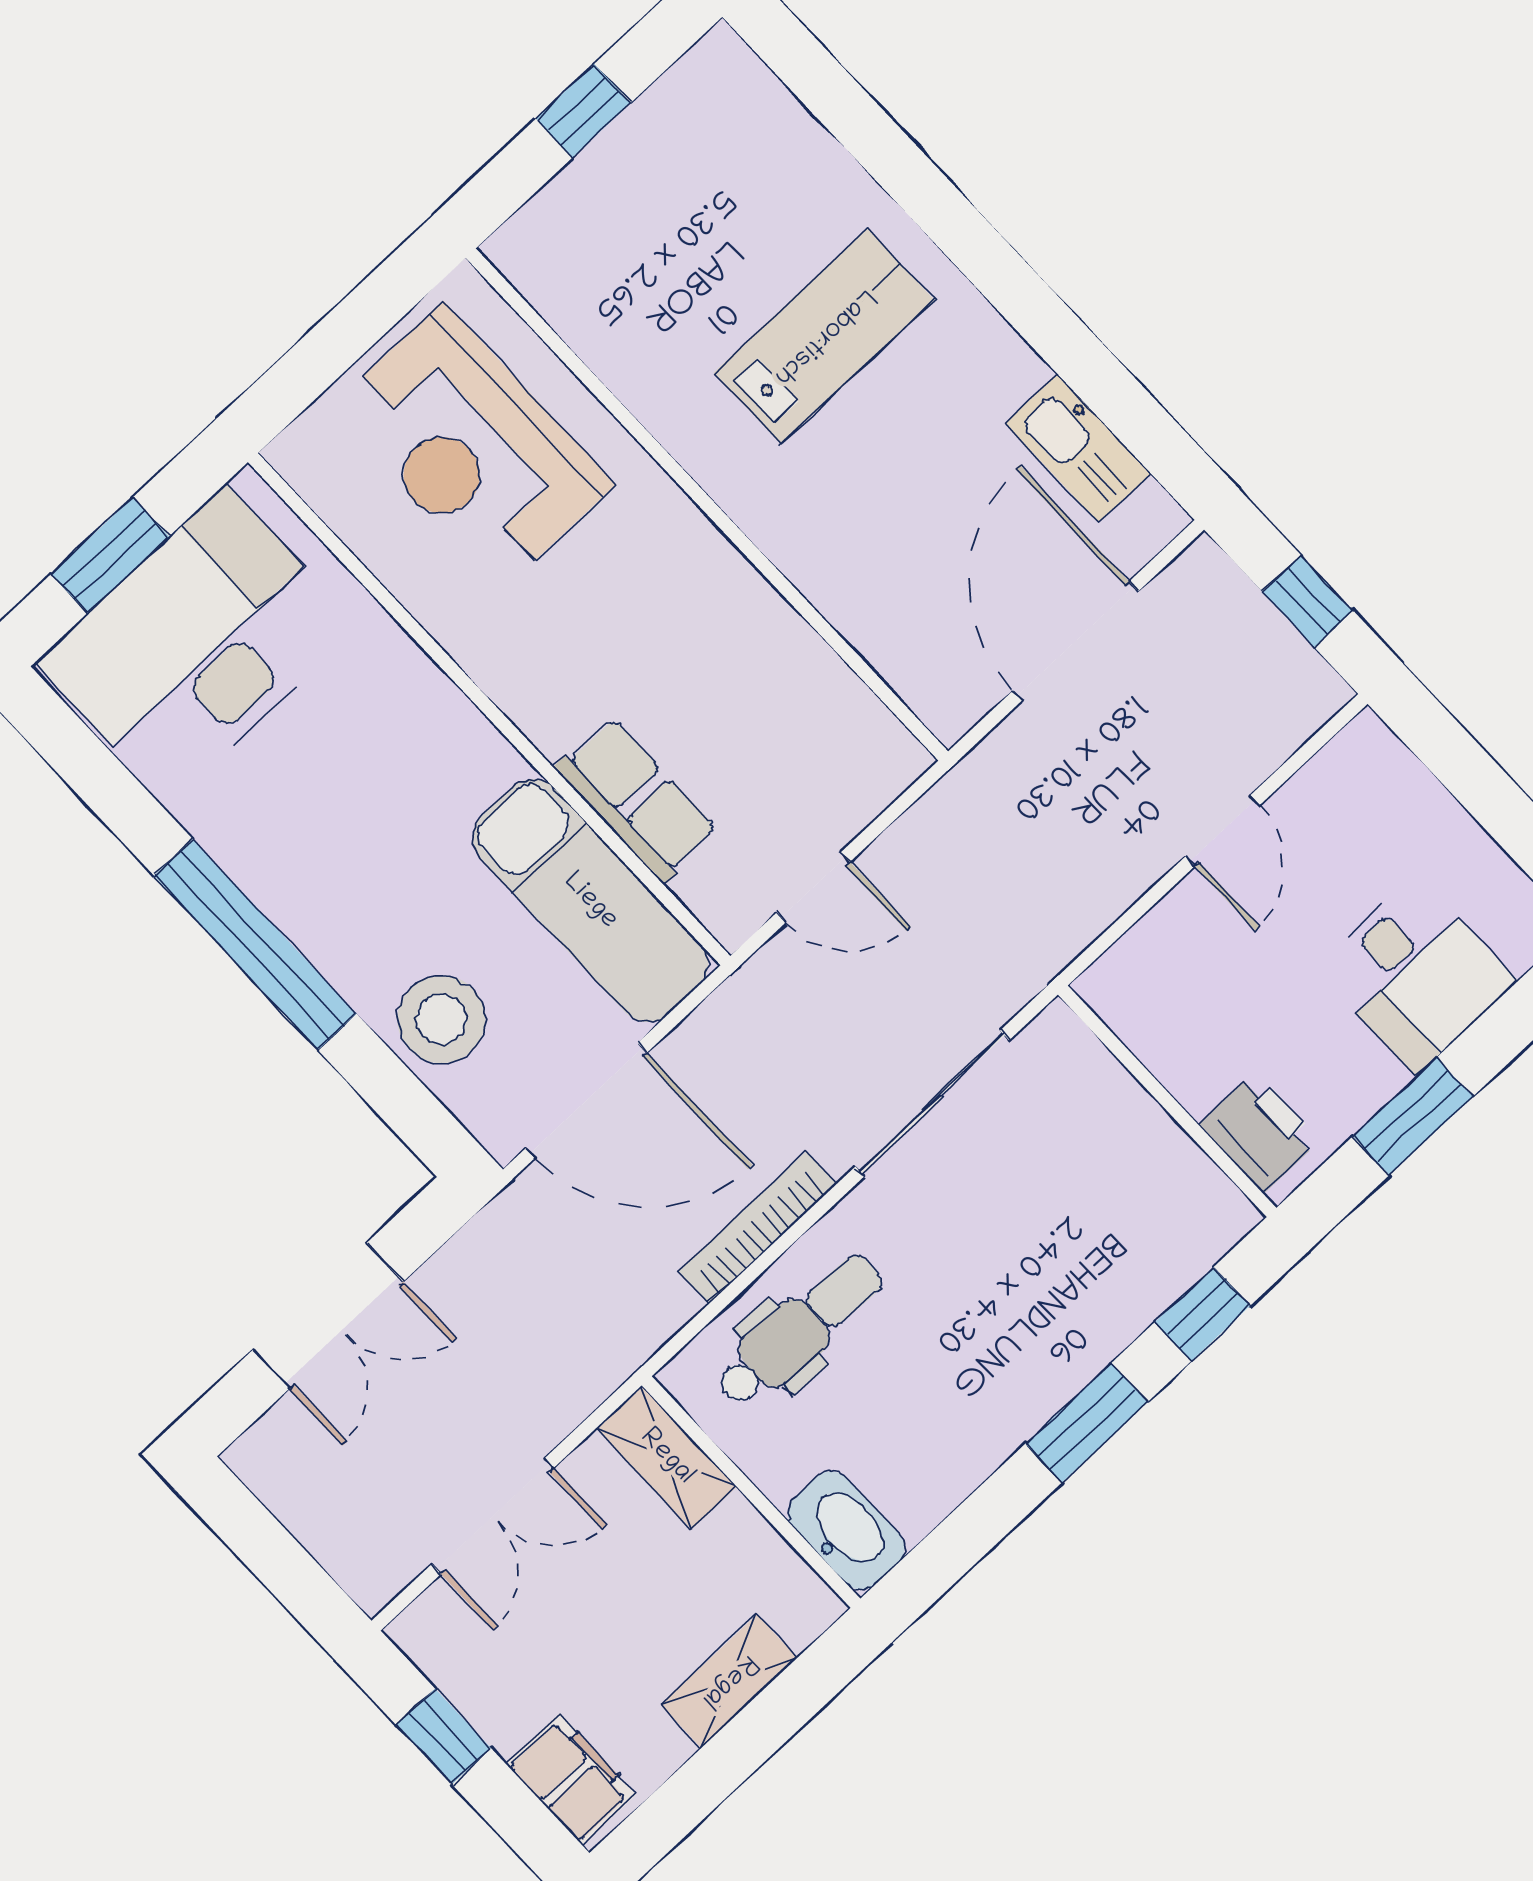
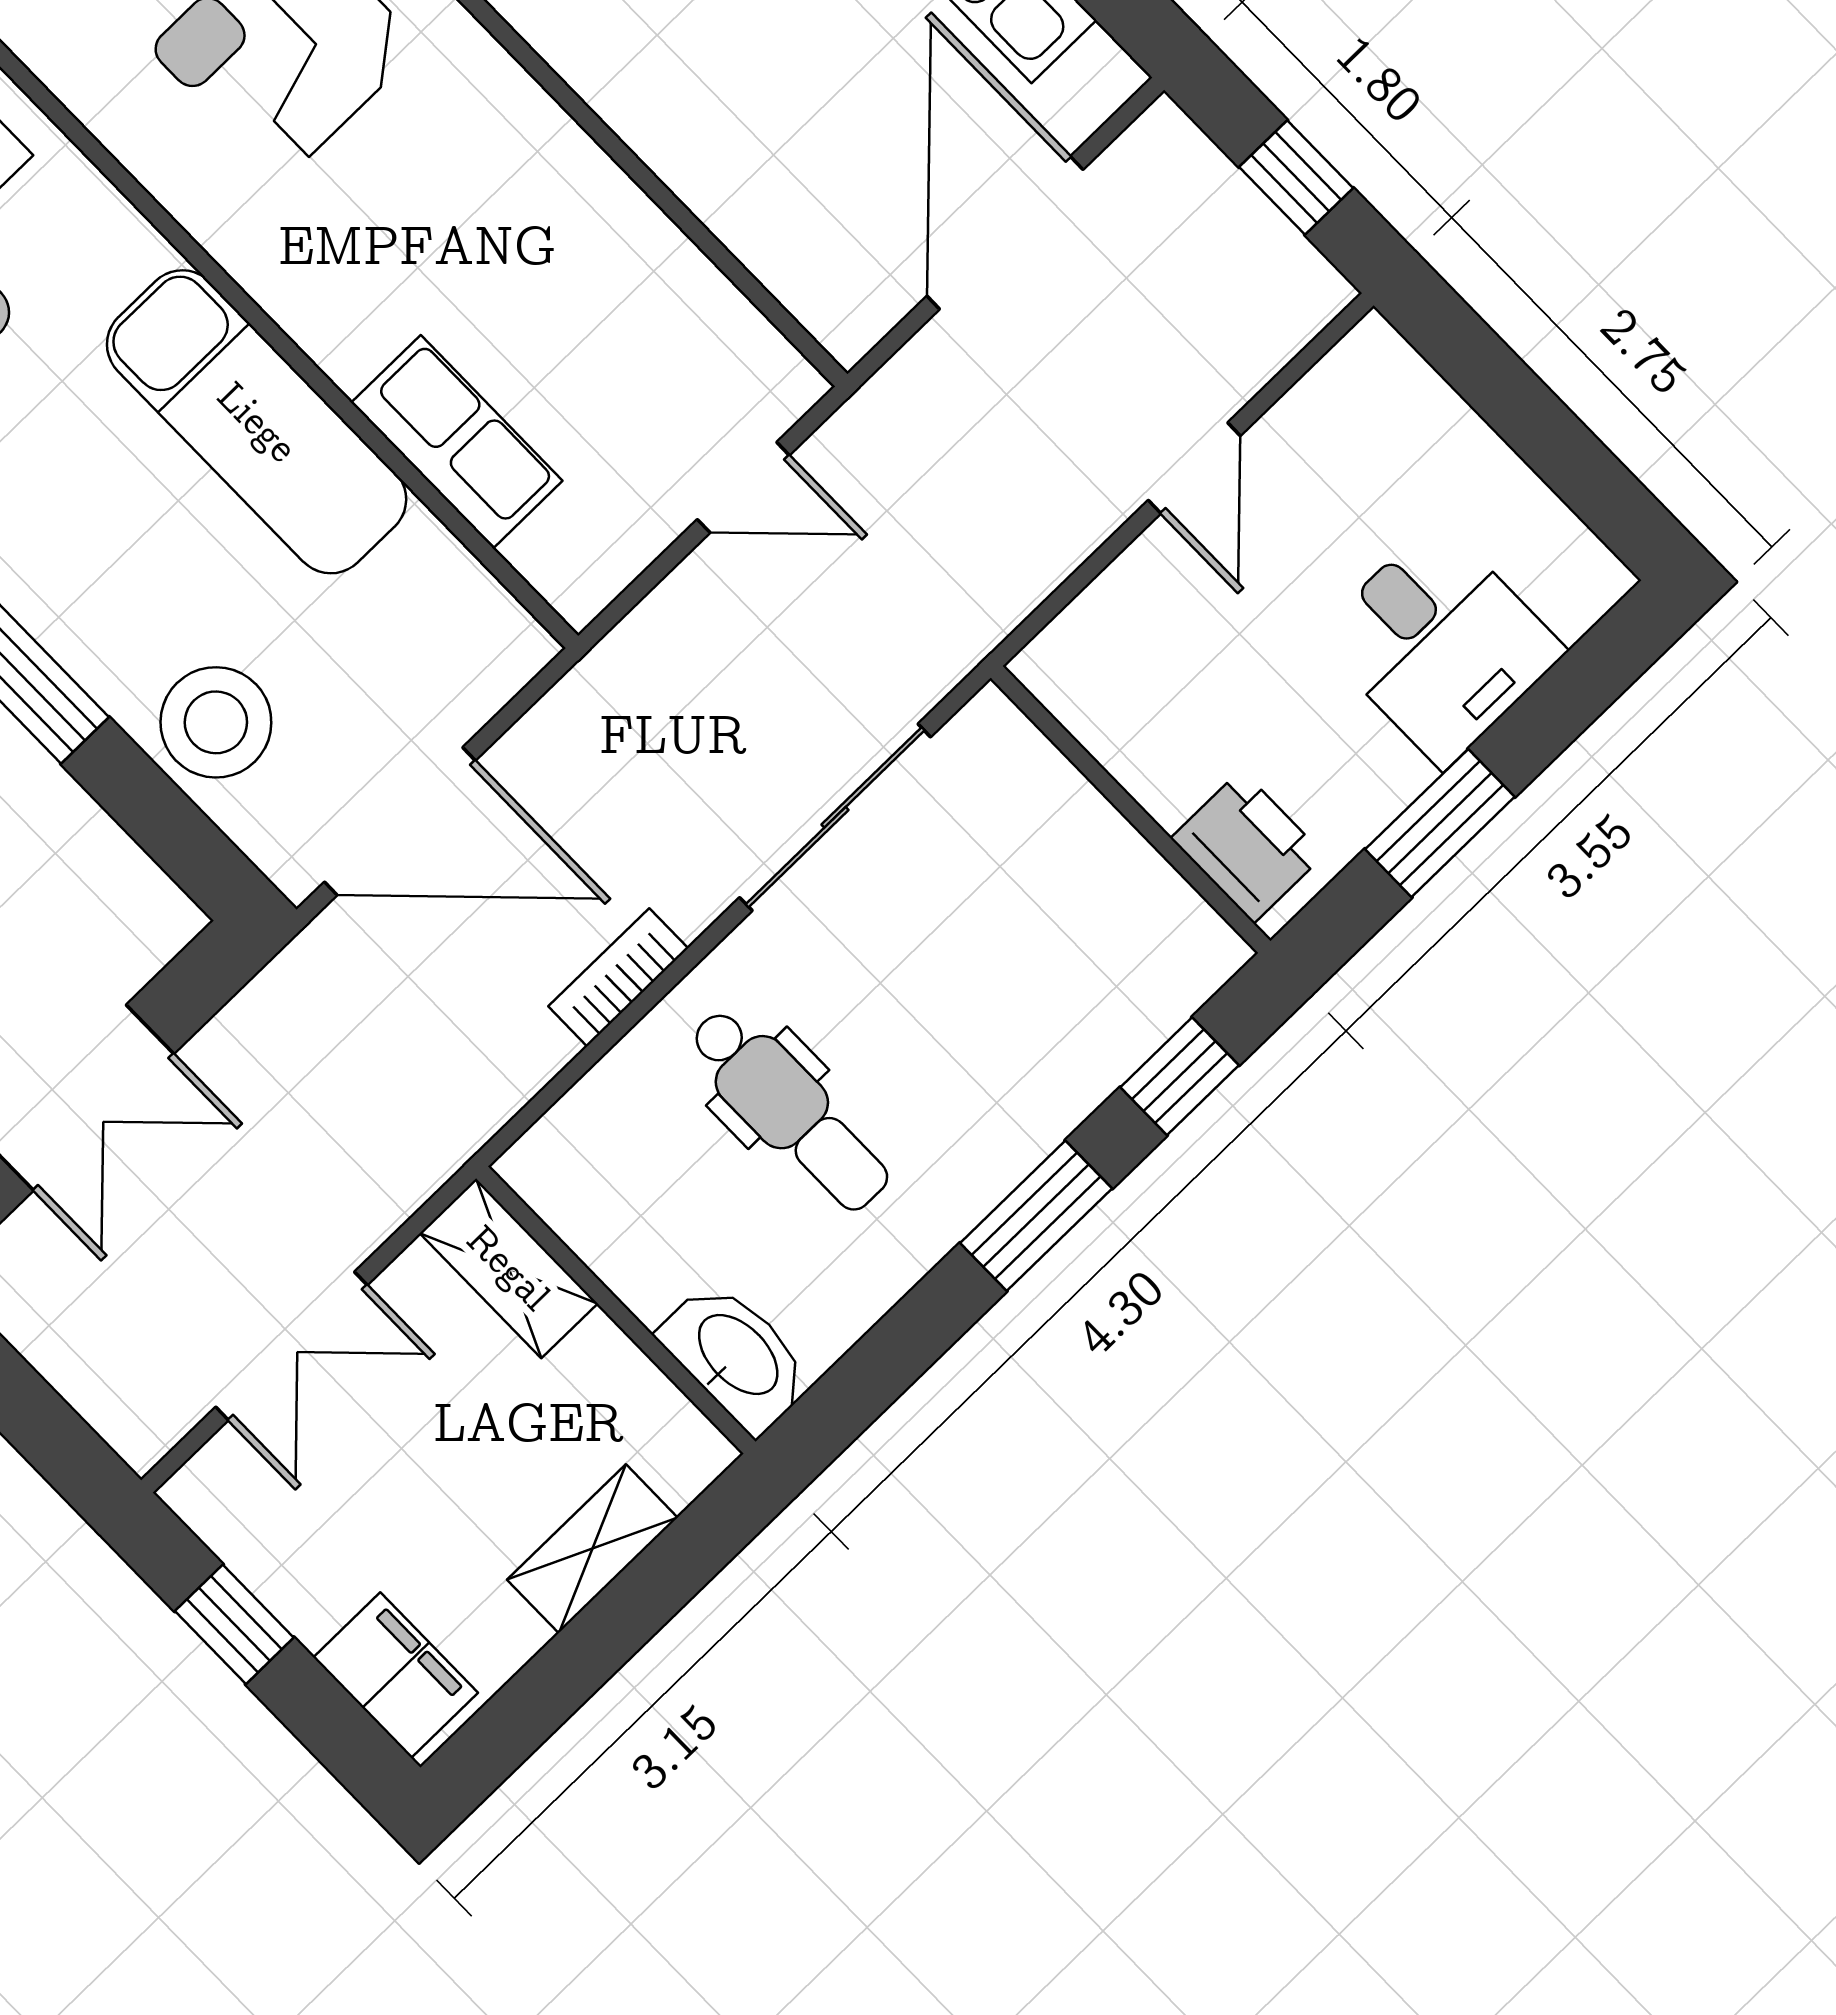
door: (813, 888) -> (743, 487), moved
exam couch: (590, 901) -> (257, 422), moved
bookcase: (758, 1228) -> (618, 977), width x0.64
dental chair: (799, 1330) -> (789, 1110), moved, turned 88

